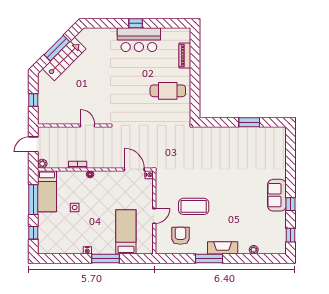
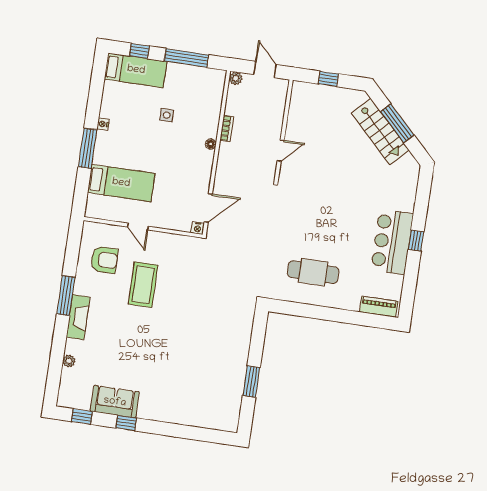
piano: (185, 56) -> (379, 307), moved
cafe table: (168, 91) -> (313, 272), turned 90
bed: (47, 191) -> (136, 70), moved, turned 180
sofa: (277, 195) -> (115, 402), moved

